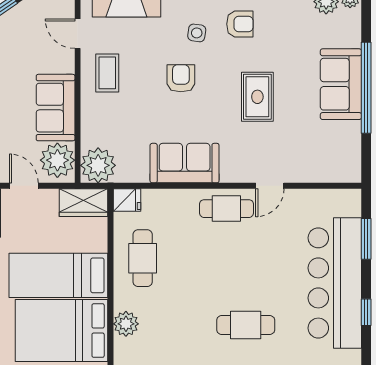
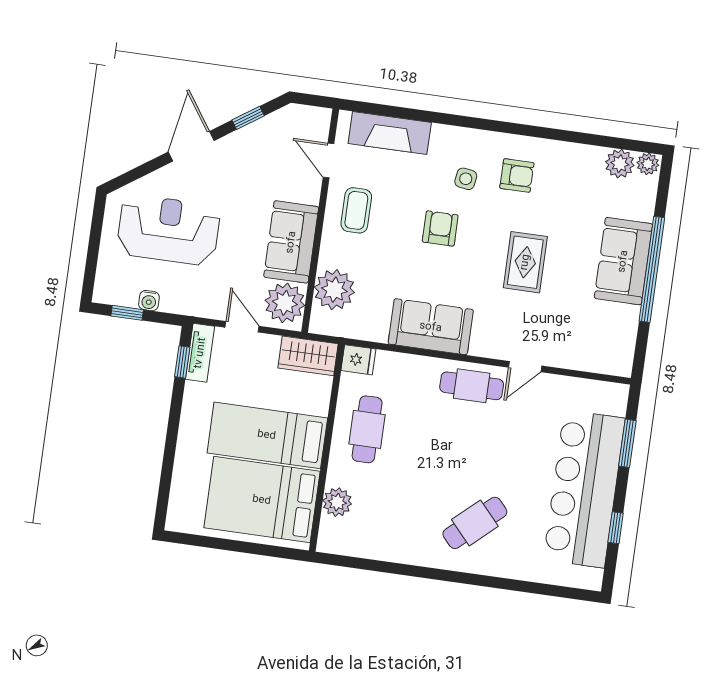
plant: (98, 165) -> (334, 290), moved
cafe table: (246, 325) -> (475, 523), turned -42

